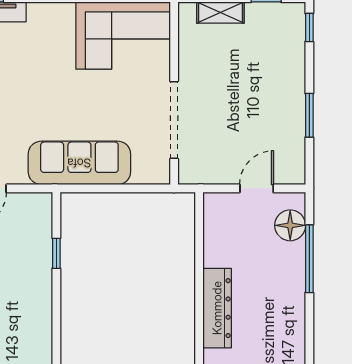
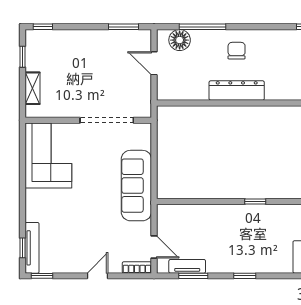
window: (309, 115) -> (123, 27), moved
window: (56, 253) -> (255, 202), moved
chair: (275, 308) -> (237, 51), added

